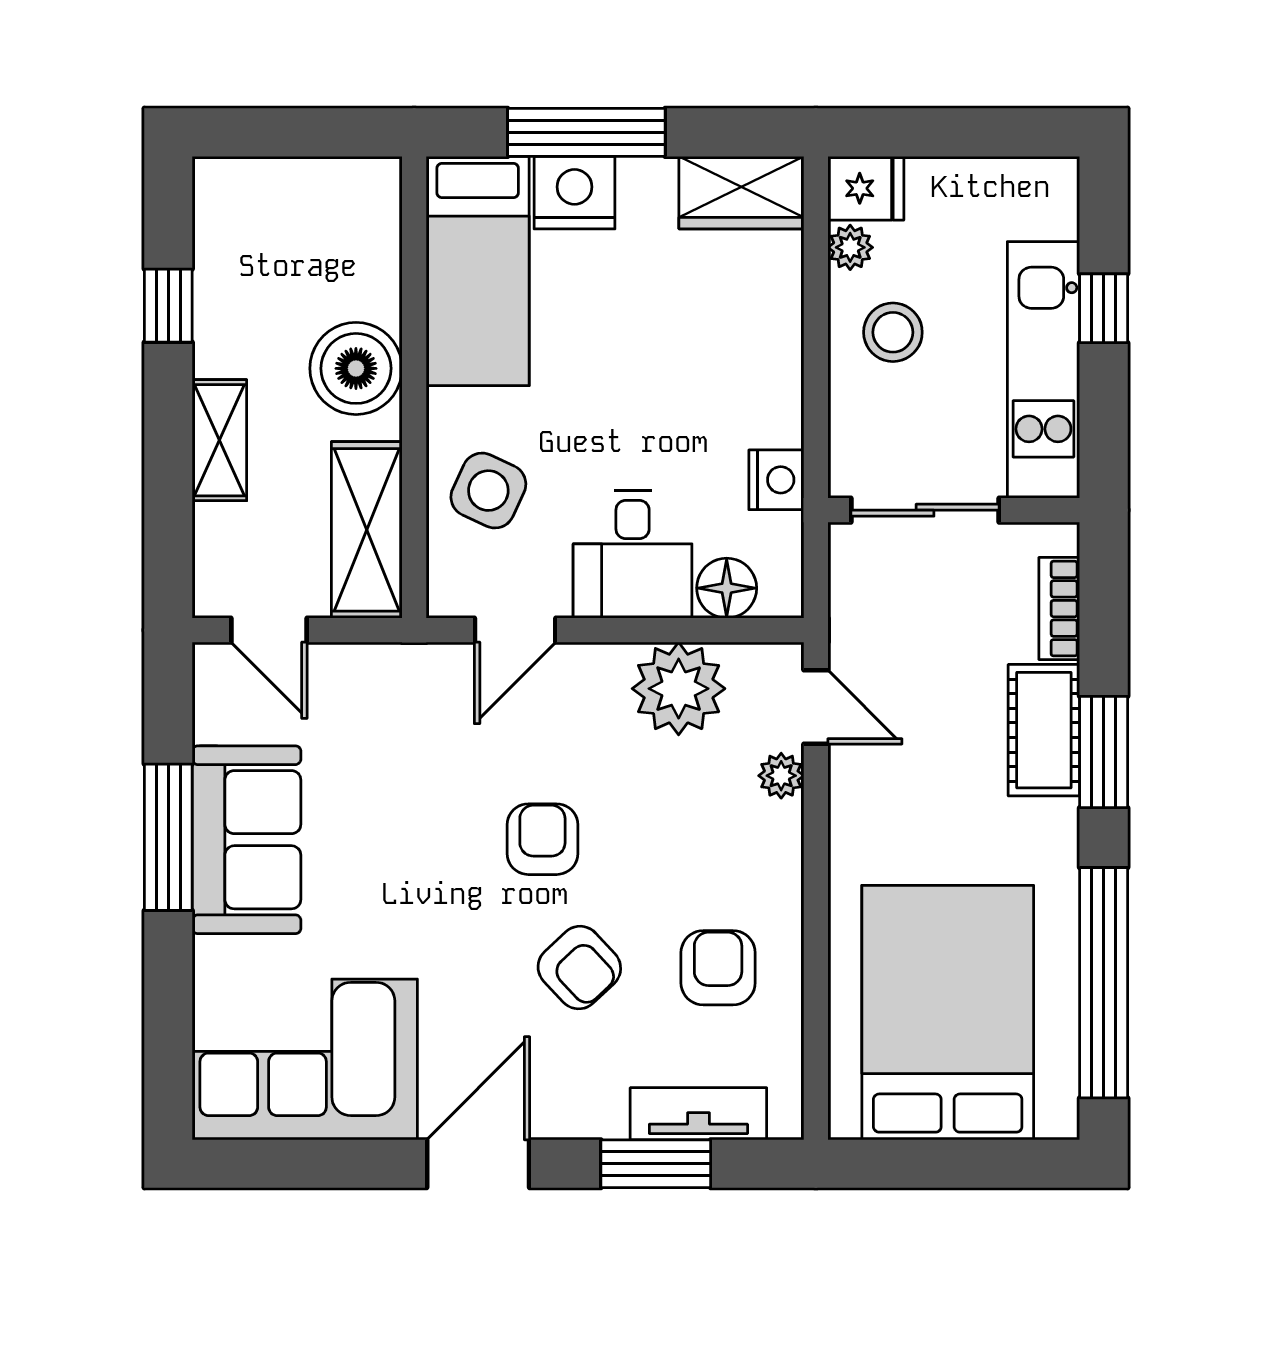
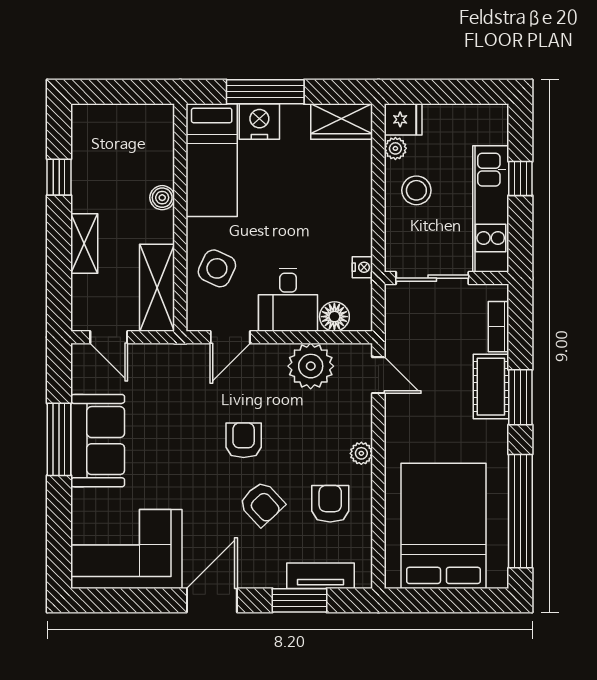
boiler: (356, 368) -> (162, 198), width x0.54, depth x0.54
nightstand: (776, 480) -> (362, 267), width x0.72, depth x0.74
plant: (781, 776) -> (361, 453), moved

